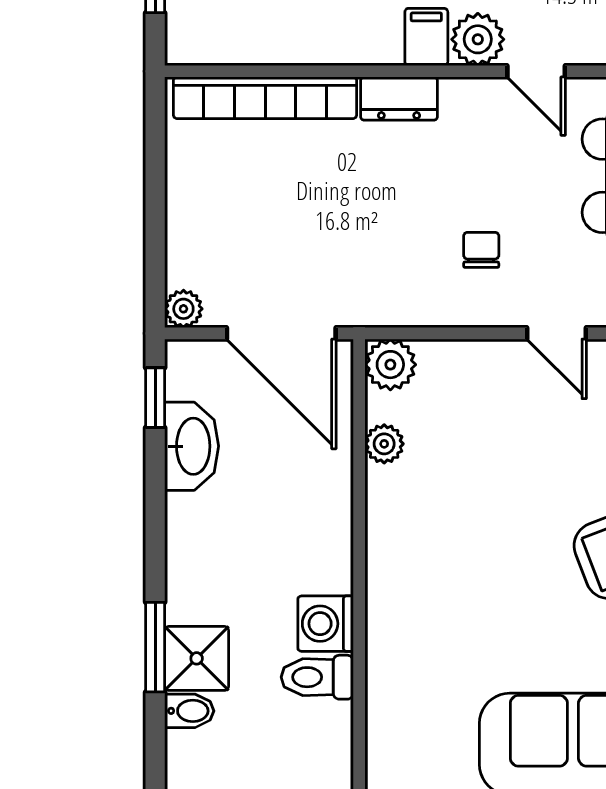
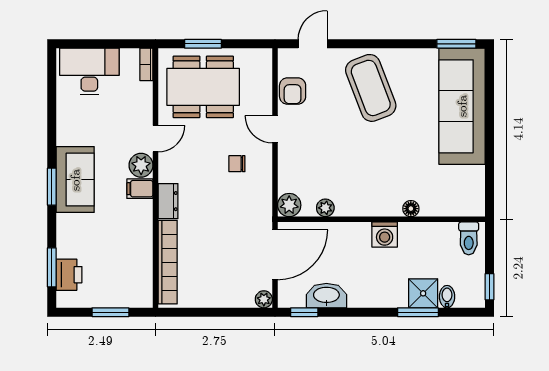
door: (557, 333) -> (275, 129), swing flipped
washing machine: (326, 624) -> (385, 235), moved
floor lamp: (383, 632) -> (411, 209), added
toilet: (317, 677) -> (469, 238), moved

